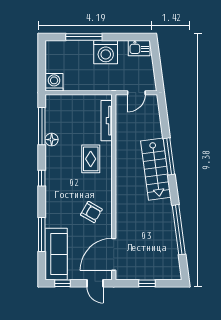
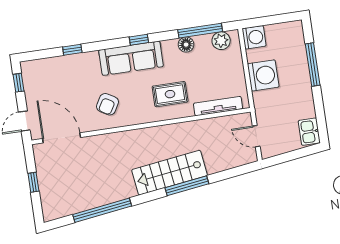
washing machine: (106, 52) -> (263, 75), moved, turned 180
plant: (53, 110) -> (221, 41), added
window: (42, 235) -> (72, 50), width x0.46
sofa: (56, 254) -> (131, 58), moved

